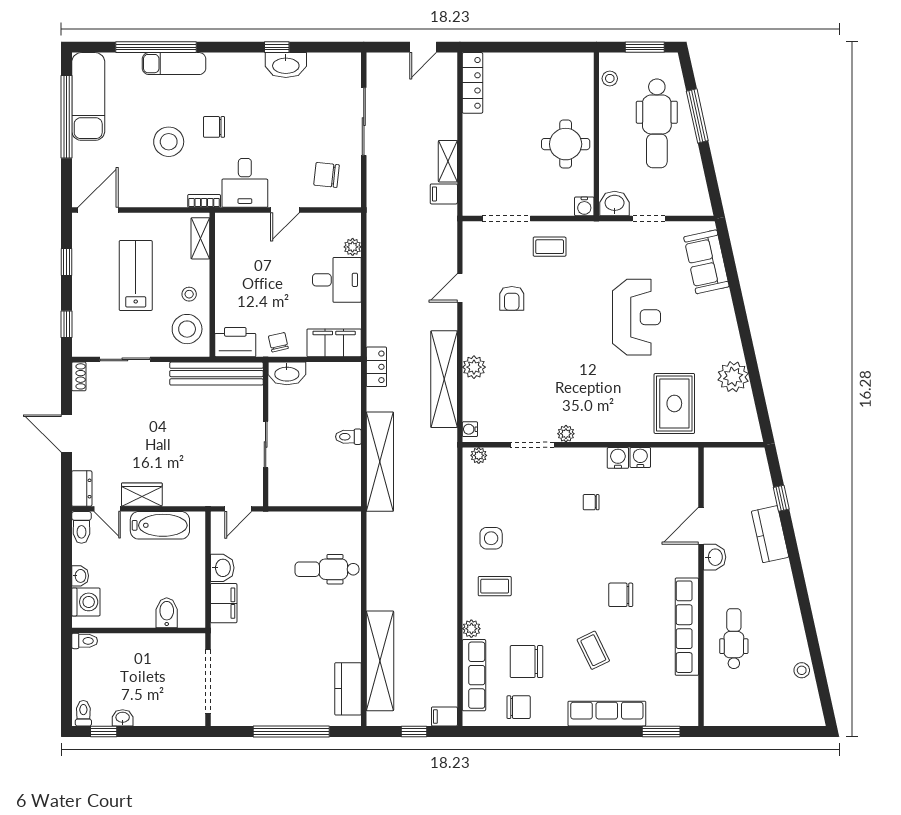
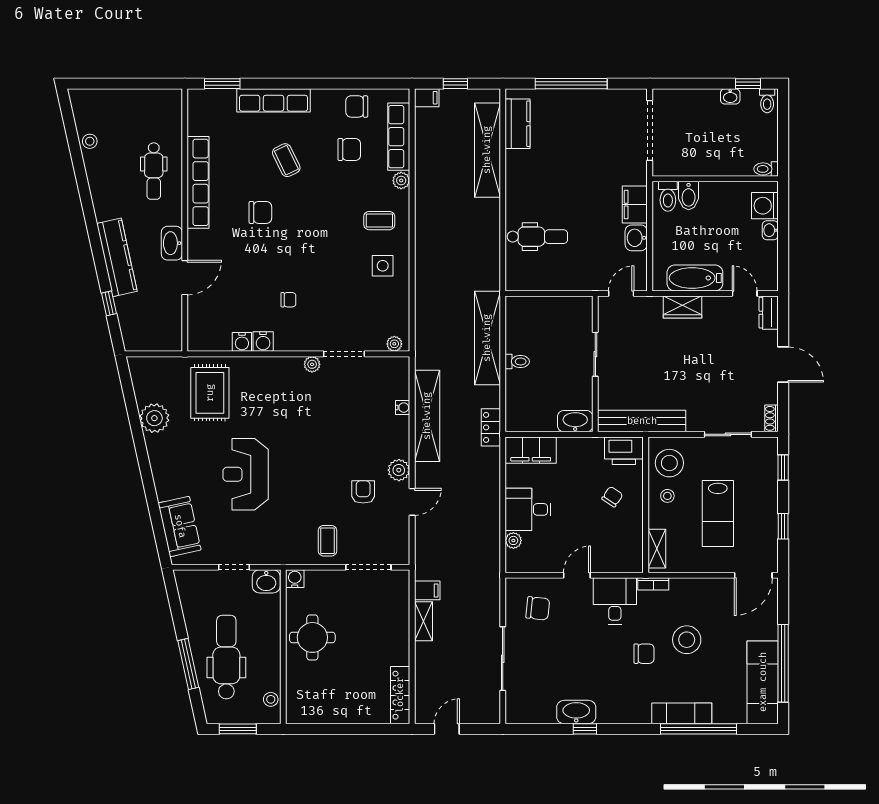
coffee table: (550, 247) -> (327, 541), turned 90
chair: (278, 342) -> (612, 497), moved, turned -133
plant: (474, 367) -> (399, 470), moved
water cooler: (470, 429) -> (403, 408), moved
wardrobe: (142, 495) -> (682, 307), moved
toilet: (81, 527) -> (668, 196), moved, turned 180
kitchen counter: (770, 534) -> (117, 257), width x1.50
washbasin: (715, 557) -> (172, 243), width x1.38
chair: (527, 662) -> (349, 149), width x0.73, depth x0.73

